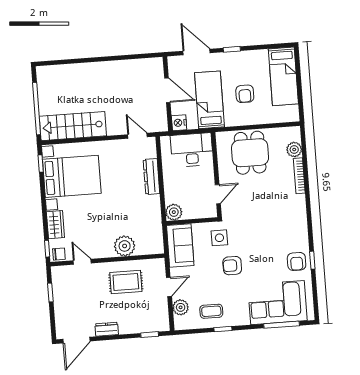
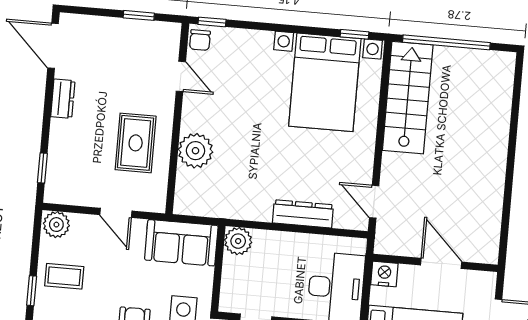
door: (167, 90) -> (441, 263), swing flipped
door: (137, 136) -> (374, 202), swing flipped
wardrobe: (55, 225) -> (249, 42), removed
door: (82, 262) -> (181, 76), hinge flipped
plant: (181, 307) -> (56, 225), moved
coffee table: (211, 311) -> (64, 276), turned 90

